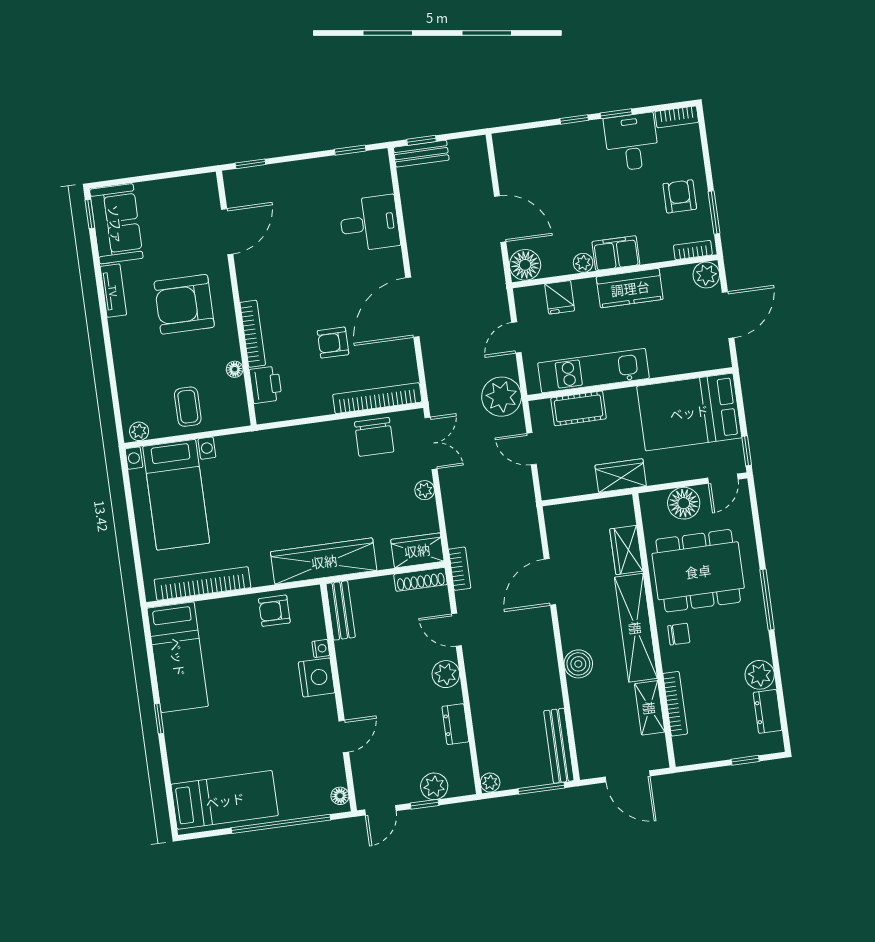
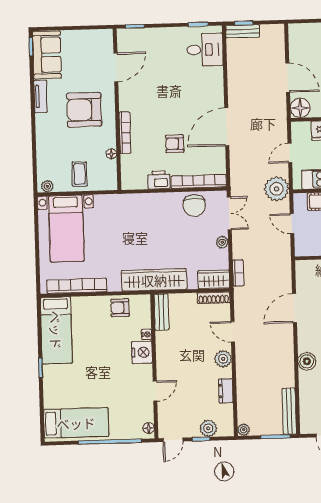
desk: (369, 223) -> (205, 50), moved
printer: (266, 385) -> (159, 180), moved, turned -90
bookcase: (460, 569) -> (238, 273), moved

